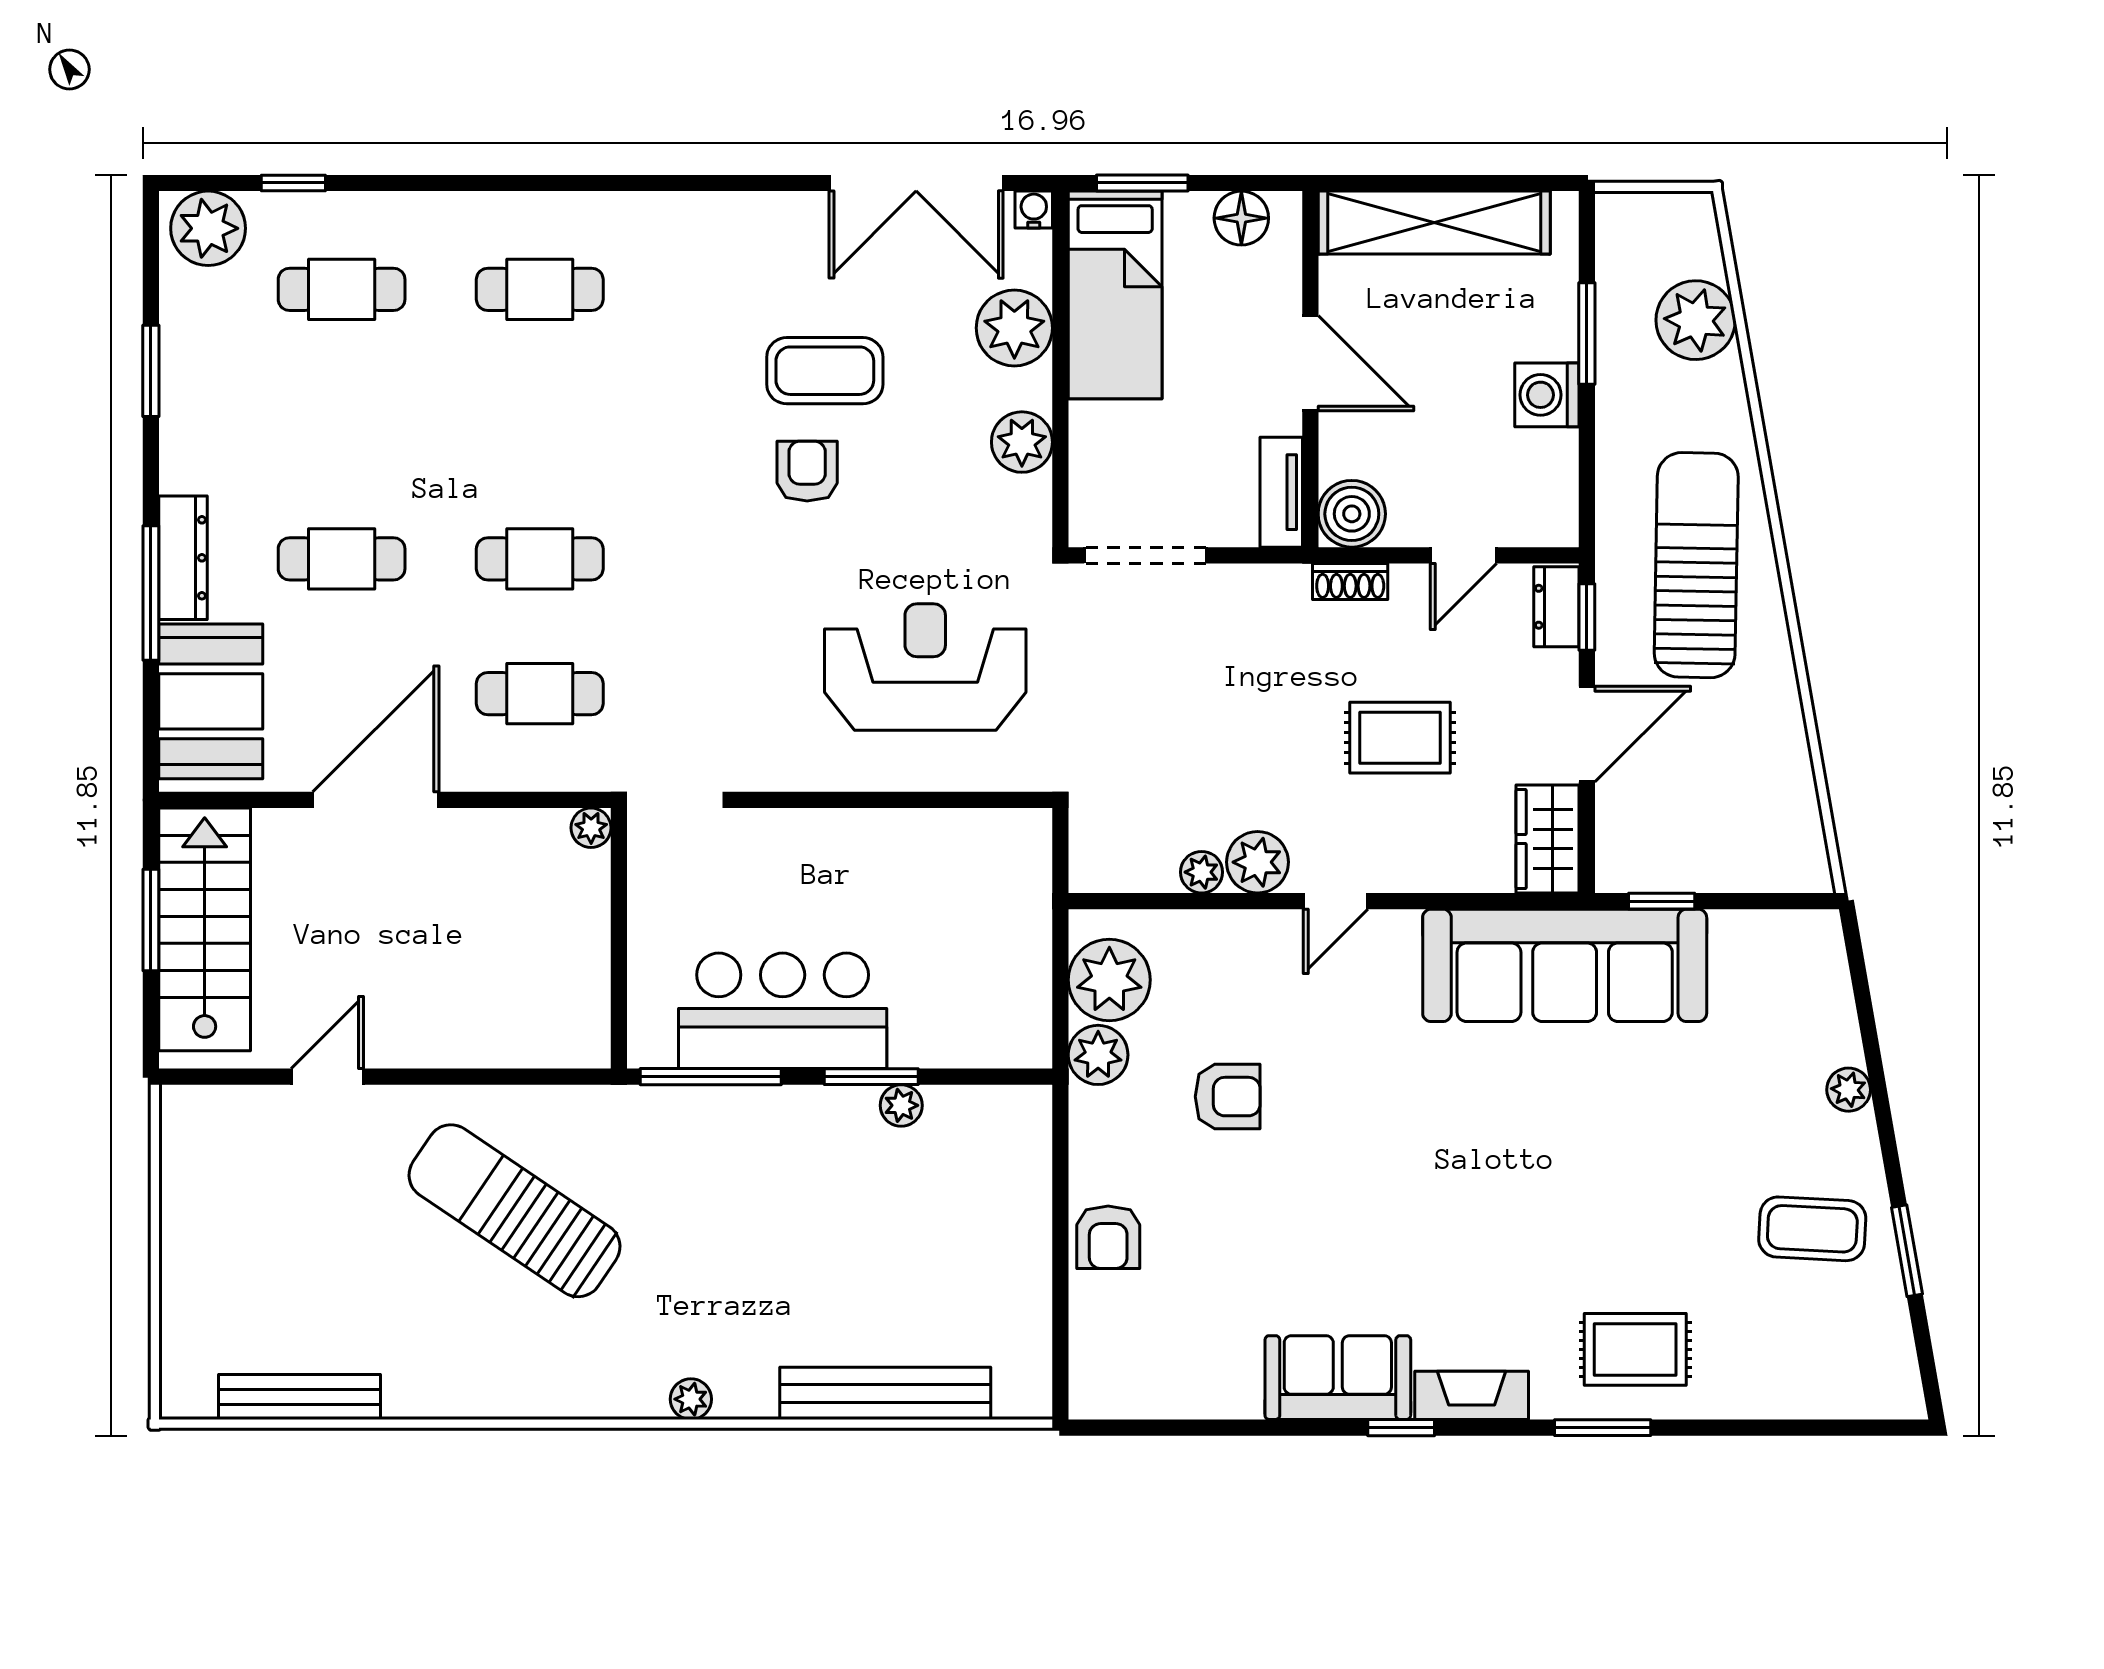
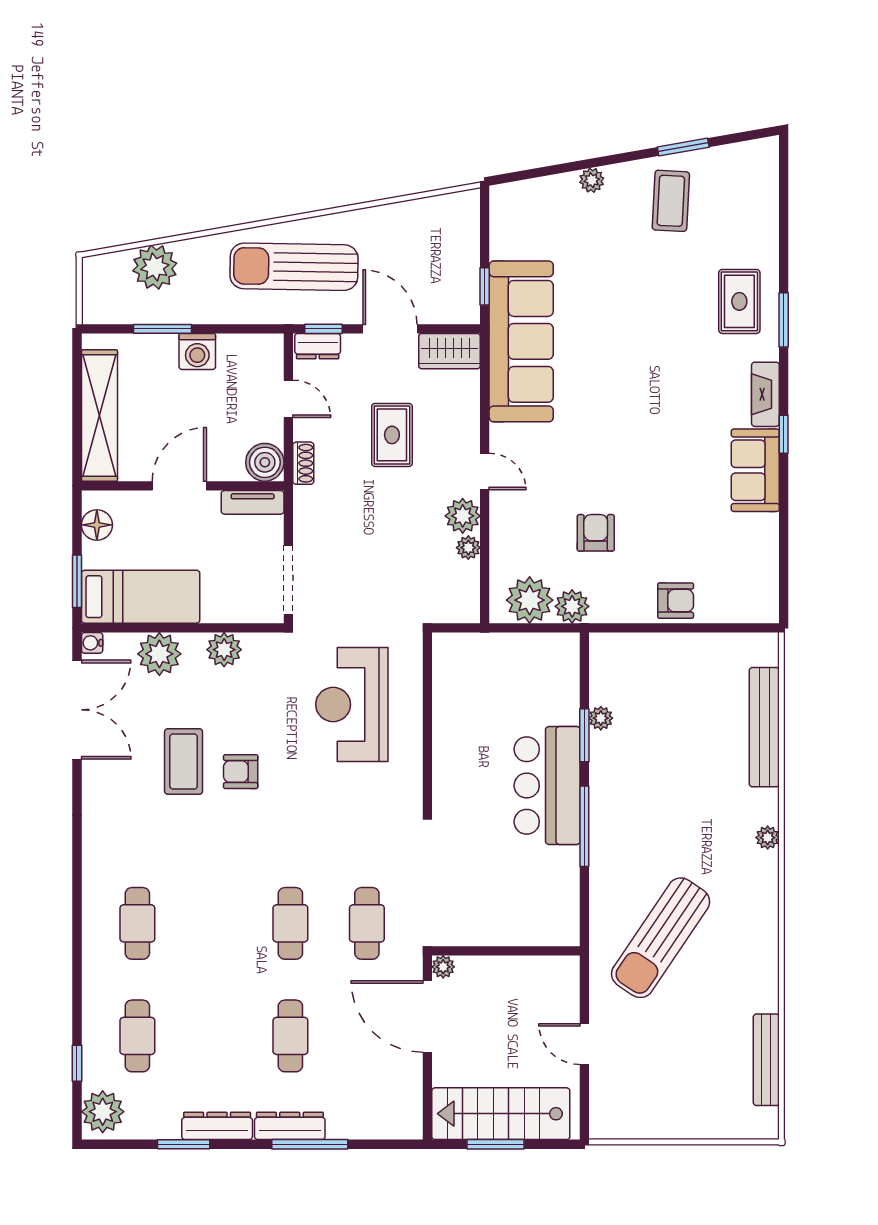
dresser: (183, 430) -> (217, 1126), added
booth: (211, 701) -> (371, 1110), removed
plant: (591, 828) -> (443, 967), moved
wall: (619, 938) -> (506, 951), moved

